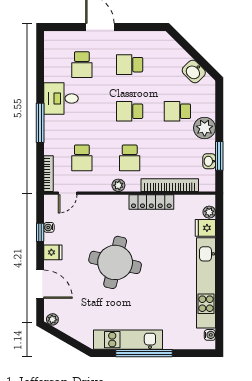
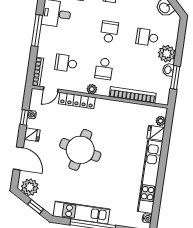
school desk: (130, 111) -> (109, 32), turned 90
school desk: (82, 158) -> (66, 63), turned 90
washbasin: (209, 161) -> (168, 70), moved
locker: (151, 202) -> (77, 101), moved
plant: (52, 319) -> (30, 187), width x1.87, depth x1.87
window: (70, 341) -> (35, 207), added

